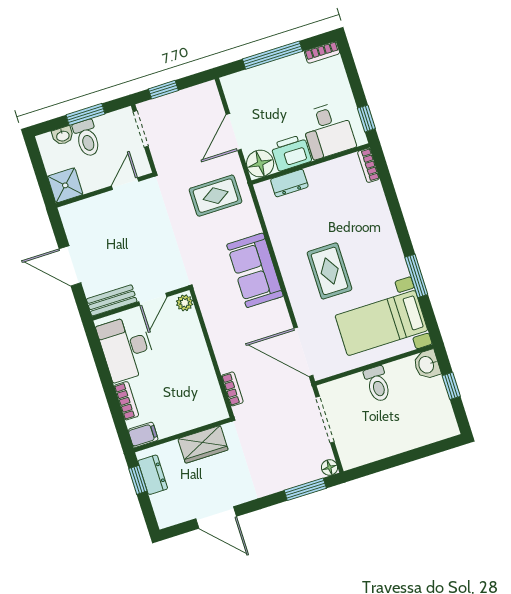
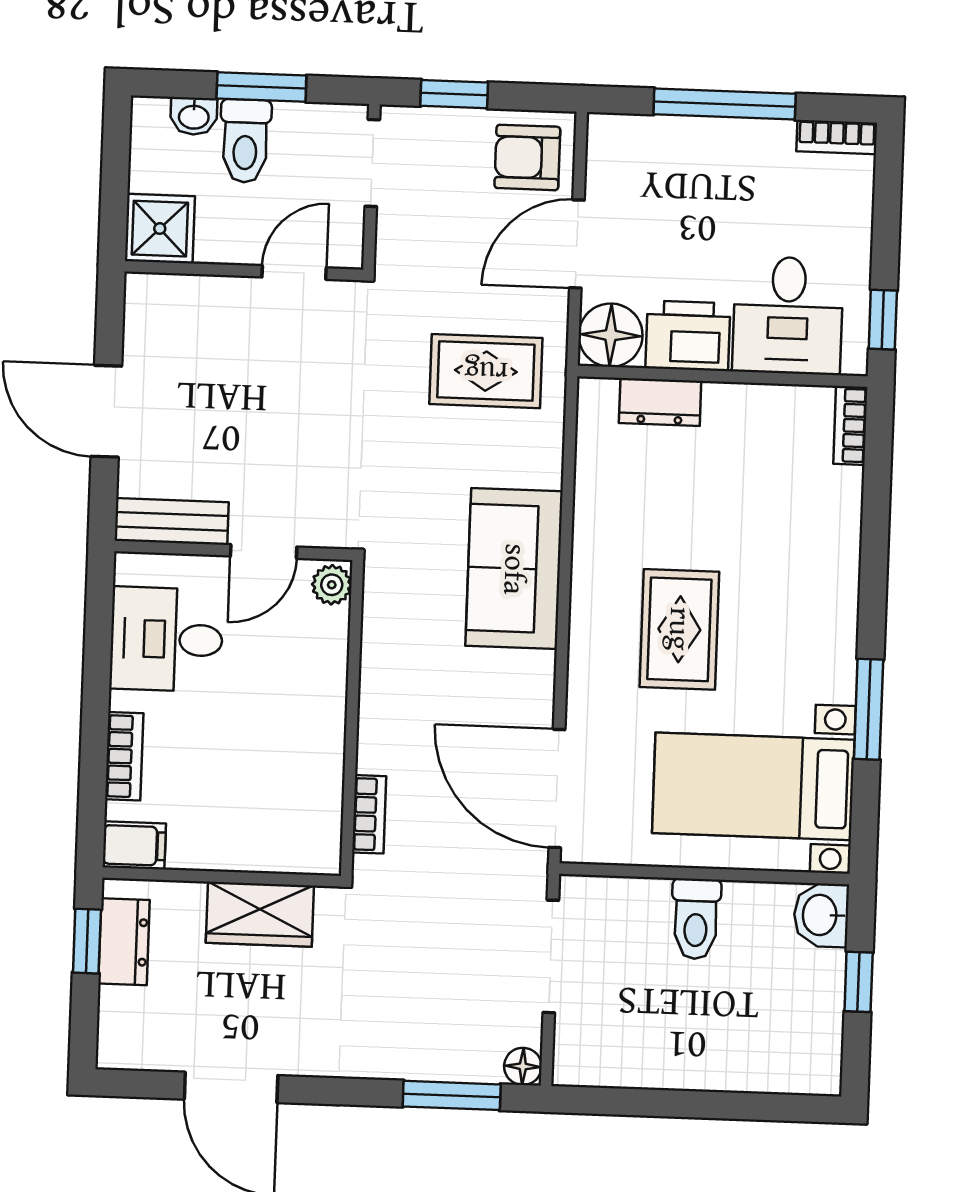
armchair: (202, 105) -> (527, 157), added
desk: (126, 348) -> (166, 639), width x0.73

